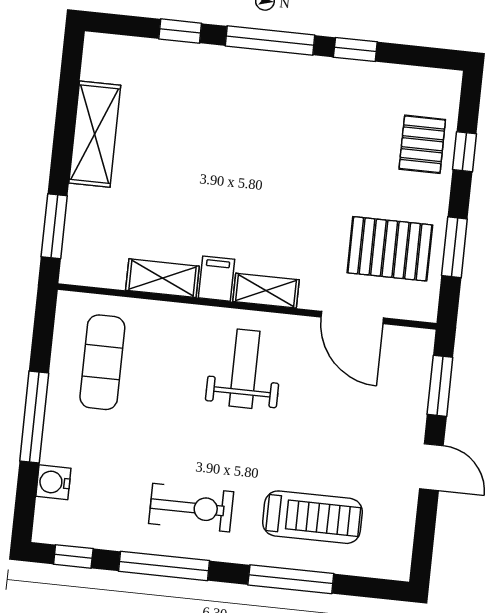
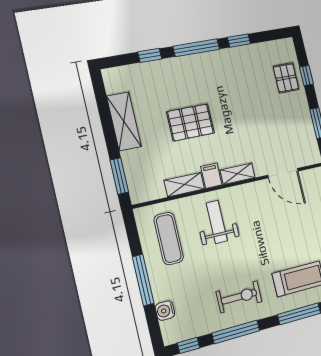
pallet: (390, 249) -> (190, 122), moved
weight bench: (245, 369) -> (217, 222), moved

